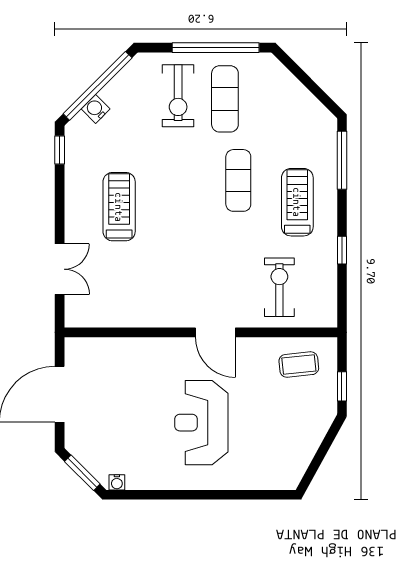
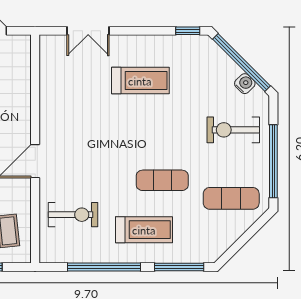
exercise mat: (225, 99) -> (231, 198), moved
water cooler: (96, 109) -> (245, 84), moved
window: (342, 250) -> (104, 267), width x3.17

